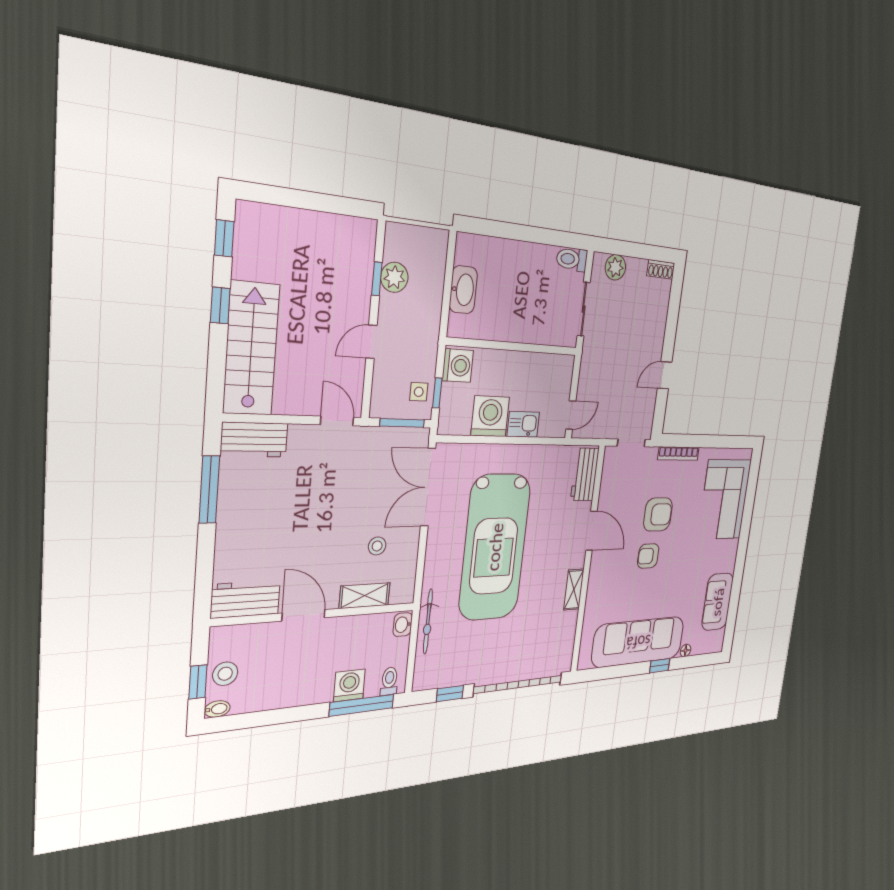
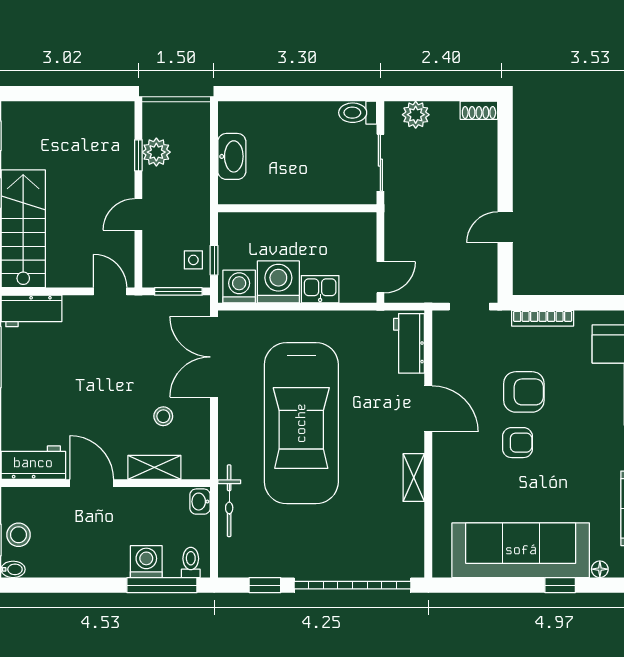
washing machine: (458, 366) -> (239, 287), moved, turned -90
armchair: (648, 556) -> (517, 443), turned 180

